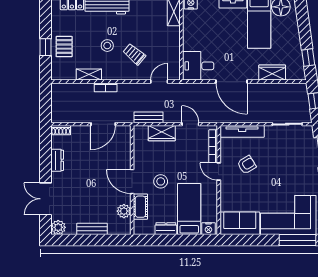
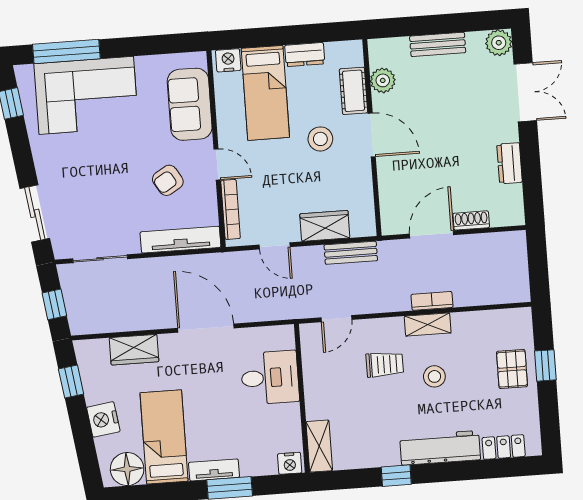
nightstand: (292, 35) -> (103, 419), added
trolley: (134, 54) -> (385, 364), turned -40
desk: (198, 66) -> (270, 378), moved
shelving: (89, 75) -> (428, 324), moved
shoe rack: (61, 130) -> (471, 220), moved
sofa: (240, 223) -> (190, 104), moved, turned 90

